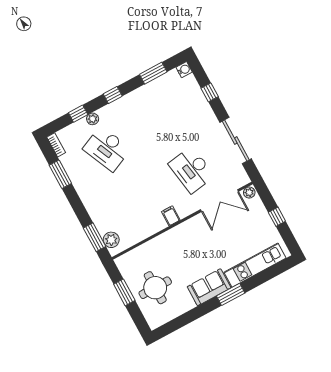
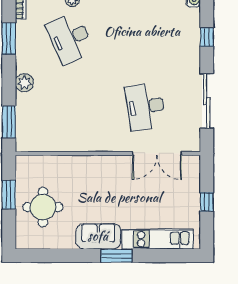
plant: (249, 192) -> (192, 162), removed
filing cabinet: (171, 216) -> (99, 142), removed
plant: (111, 240) -> (24, 83), moved

